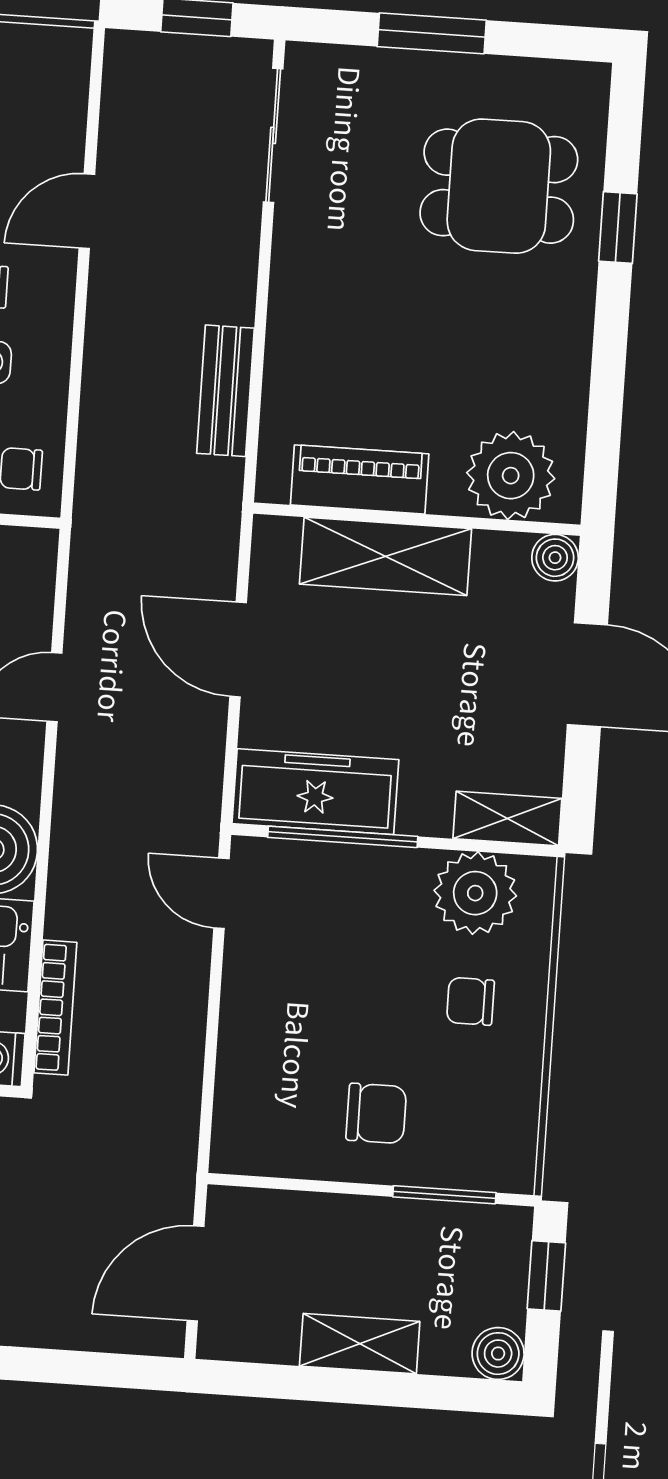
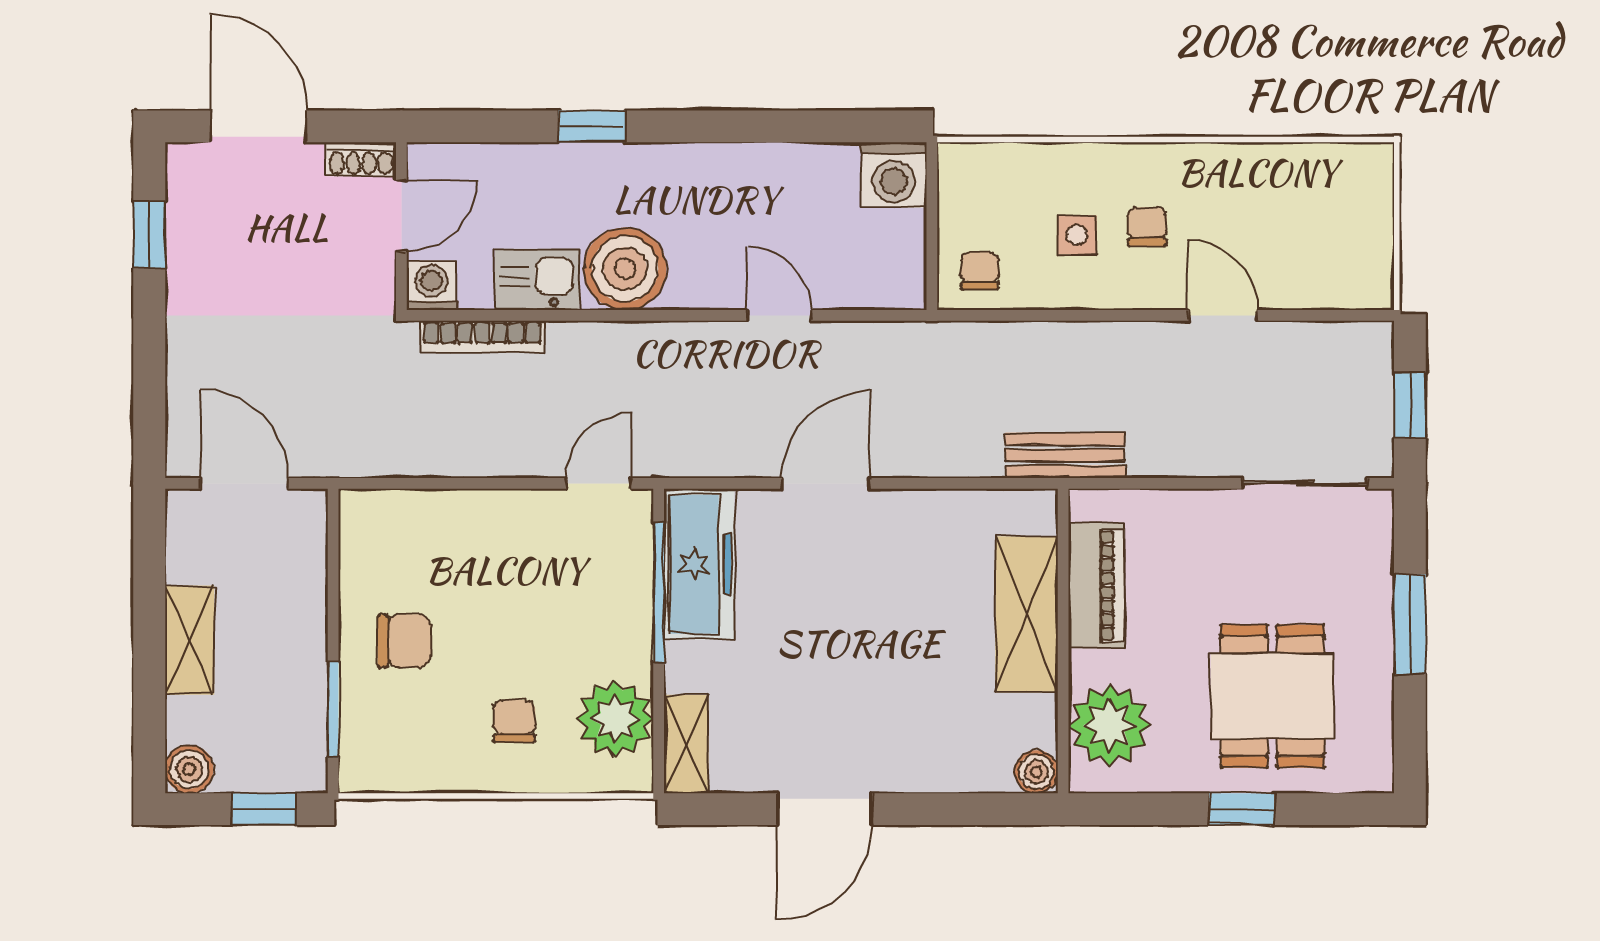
plant: (511, 476) -> (1110, 725), moved
piano: (360, 479) -> (1096, 585), moved
wall: (417, 519) -> (1063, 641), moved
shelving: (386, 556) -> (1027, 614), moved
boiler: (555, 558) -> (1036, 772), moved
chair: (376, 1113) -> (404, 641), turned -90

